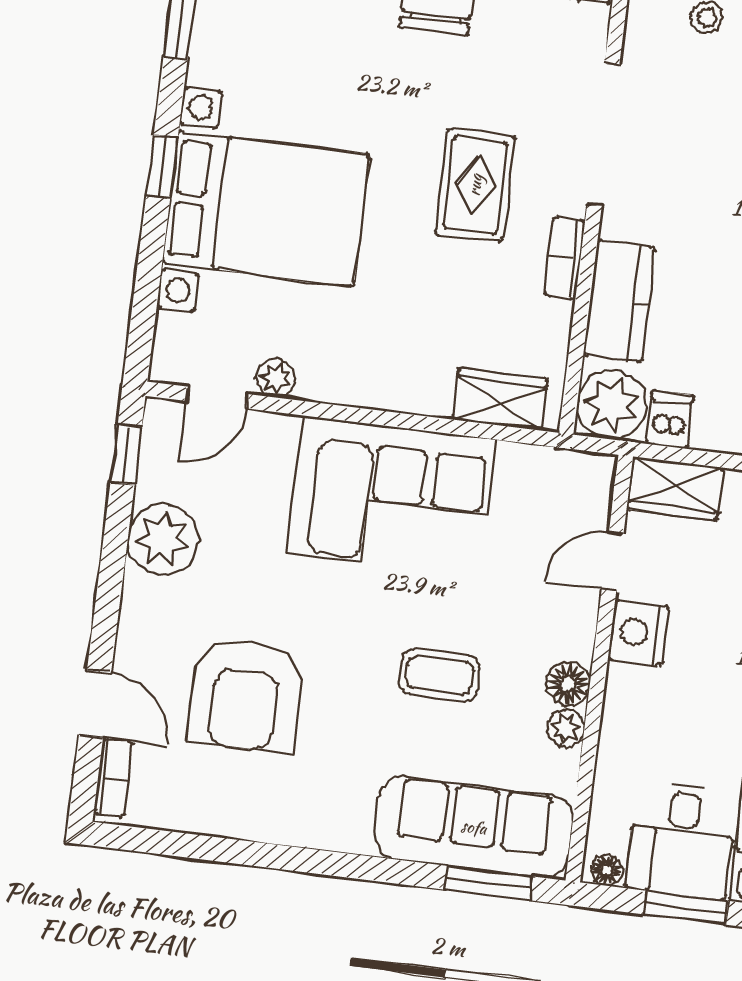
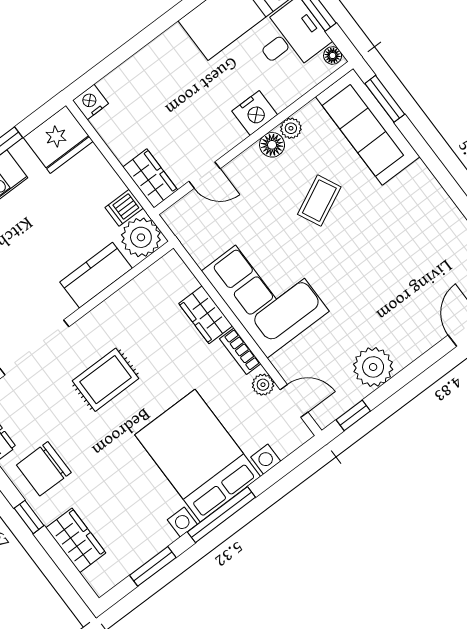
window: (162, 166) -> (221, 515), width x2.17
bookcase: (565, 258) -> (240, 351), moved, turned 90
wardrobe: (500, 399) -> (206, 315), moved
nightstand: (638, 633) -> (255, 113), moved
coffee table: (440, 675) -> (319, 201), turned 64
armchair: (245, 694) -> (404, 272), removed

